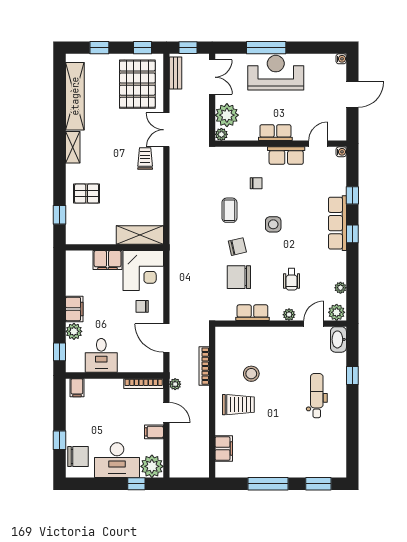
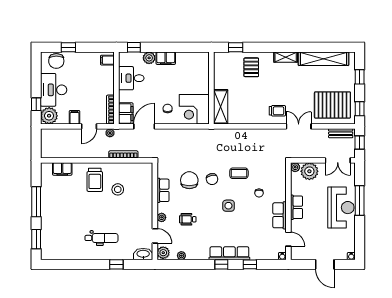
filing cabinet: (108, 260) -> (126, 113), moved, turned 180

